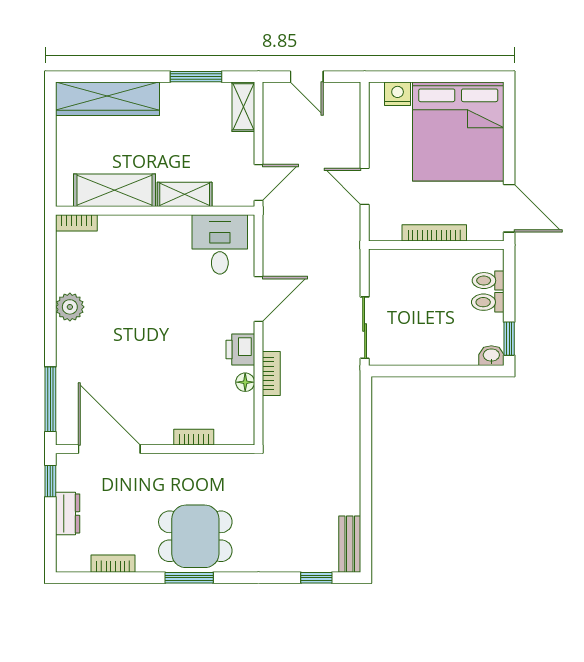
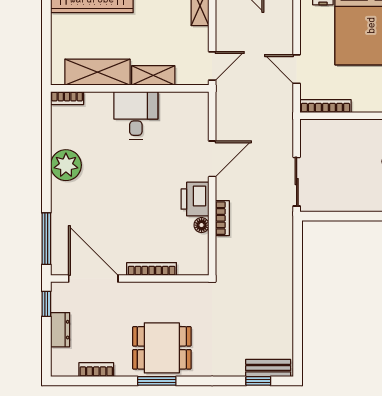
bookcase: (434, 233) -> (325, 106), moved
desk: (220, 244) -> (136, 115), moved
plant: (70, 307) -> (66, 165), width x1.36, depth x1.36
printer: (240, 350) -> (195, 199), width x1.36, depth x1.24
bookcase: (194, 437) -> (152, 269), width x1.56
bench: (350, 544) -> (268, 368), moved, turned 90

